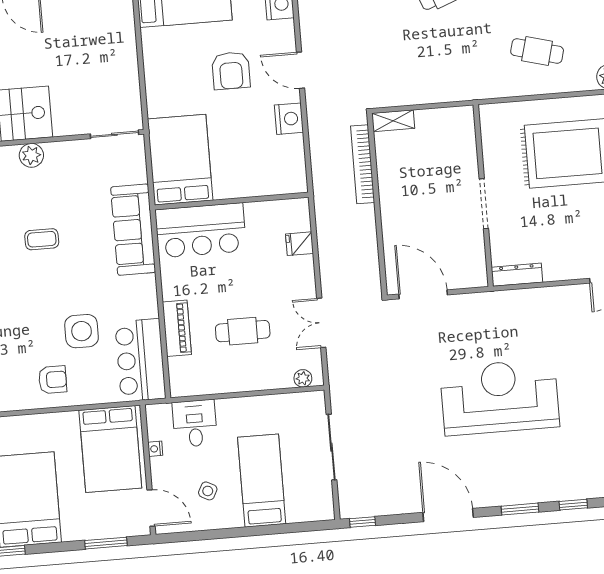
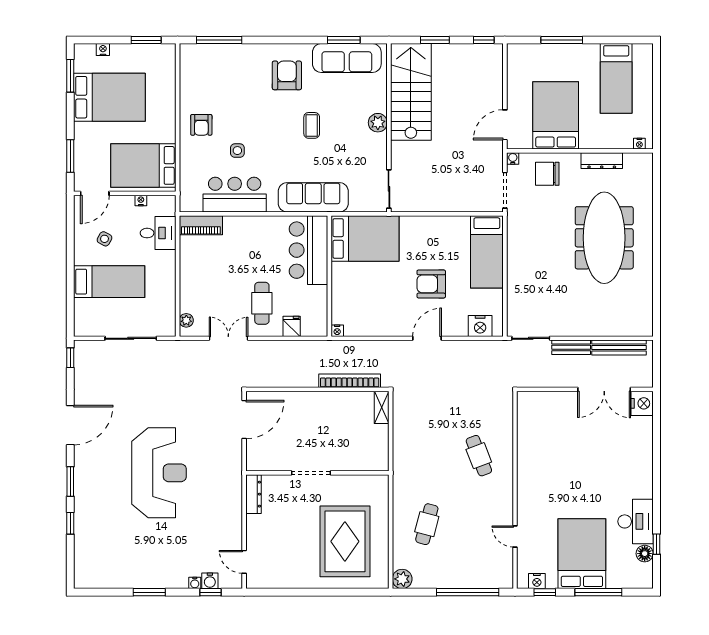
nightstand: (289, 119) -> (337, 331), moved, width x0.53, depth x0.56
piano: (177, 328) -> (201, 225), moved
side table: (82, 331) -> (237, 151), width x0.54, depth x0.54
cafe table: (243, 331) -> (262, 303), moved
bar counter: (140, 360) -> (235, 195), moved

